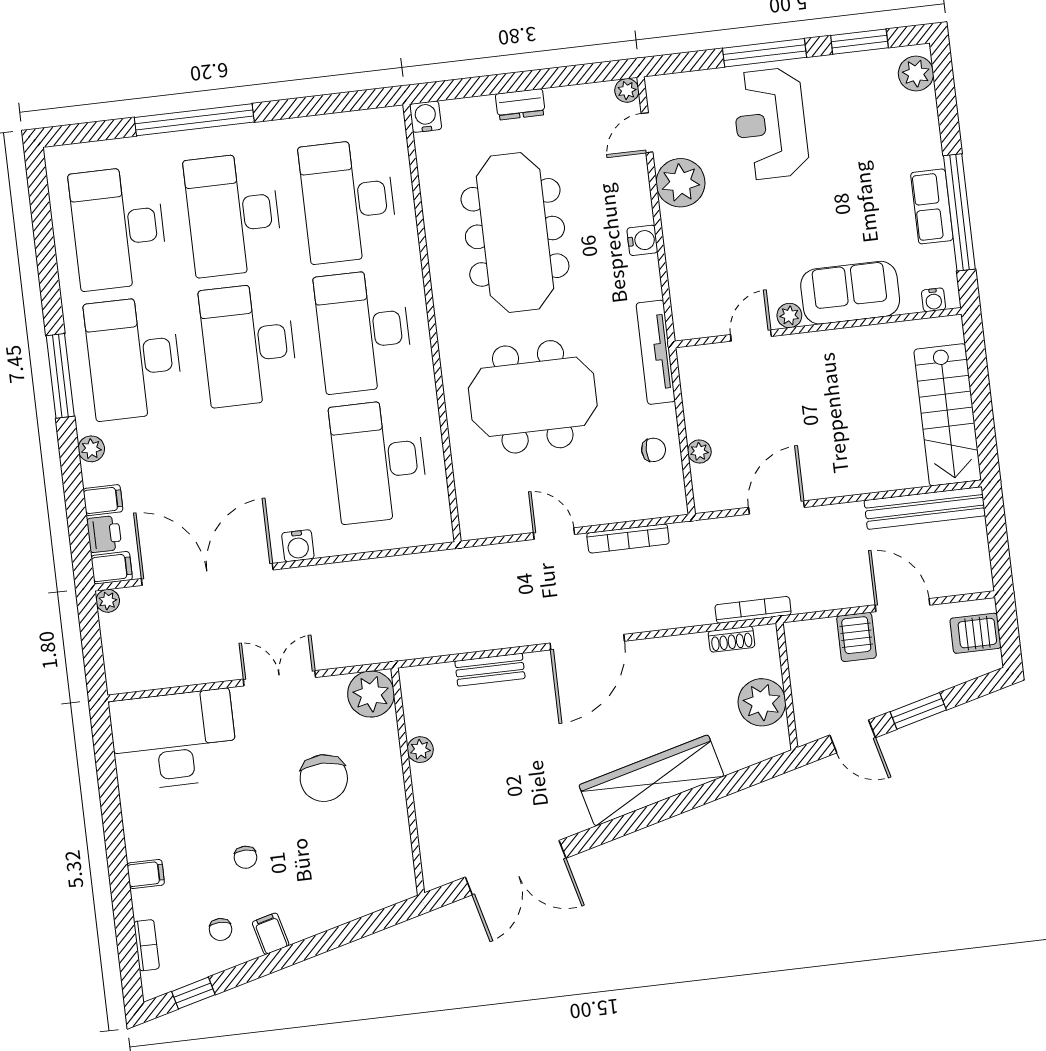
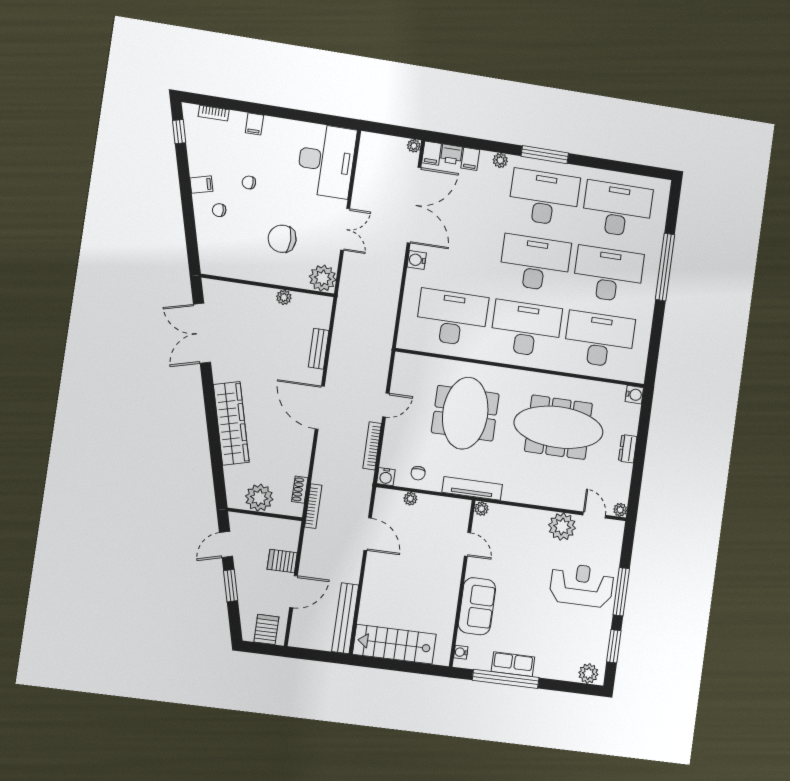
water cooler: (642, 240) -> (386, 477), moved
plant: (789, 315) -> (481, 509), moved
chair: (221, 929) -> (219, 210), moved

